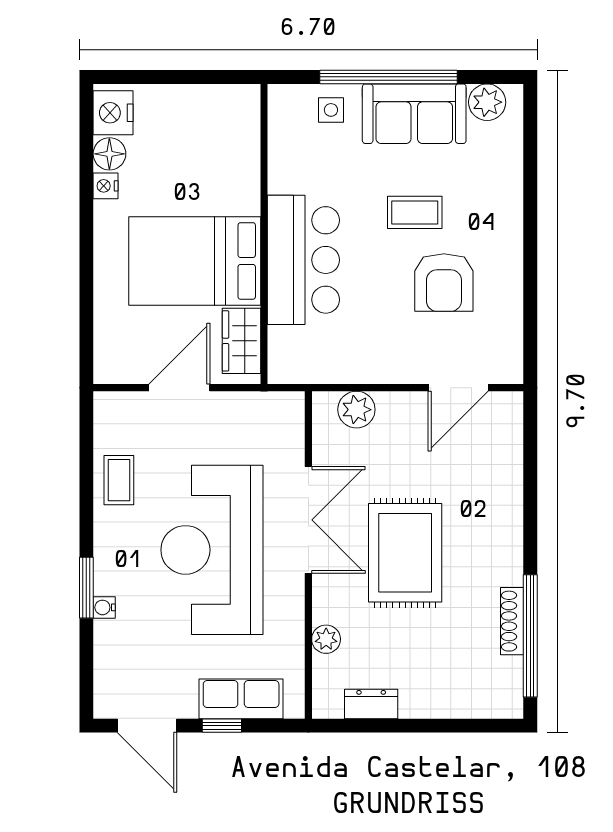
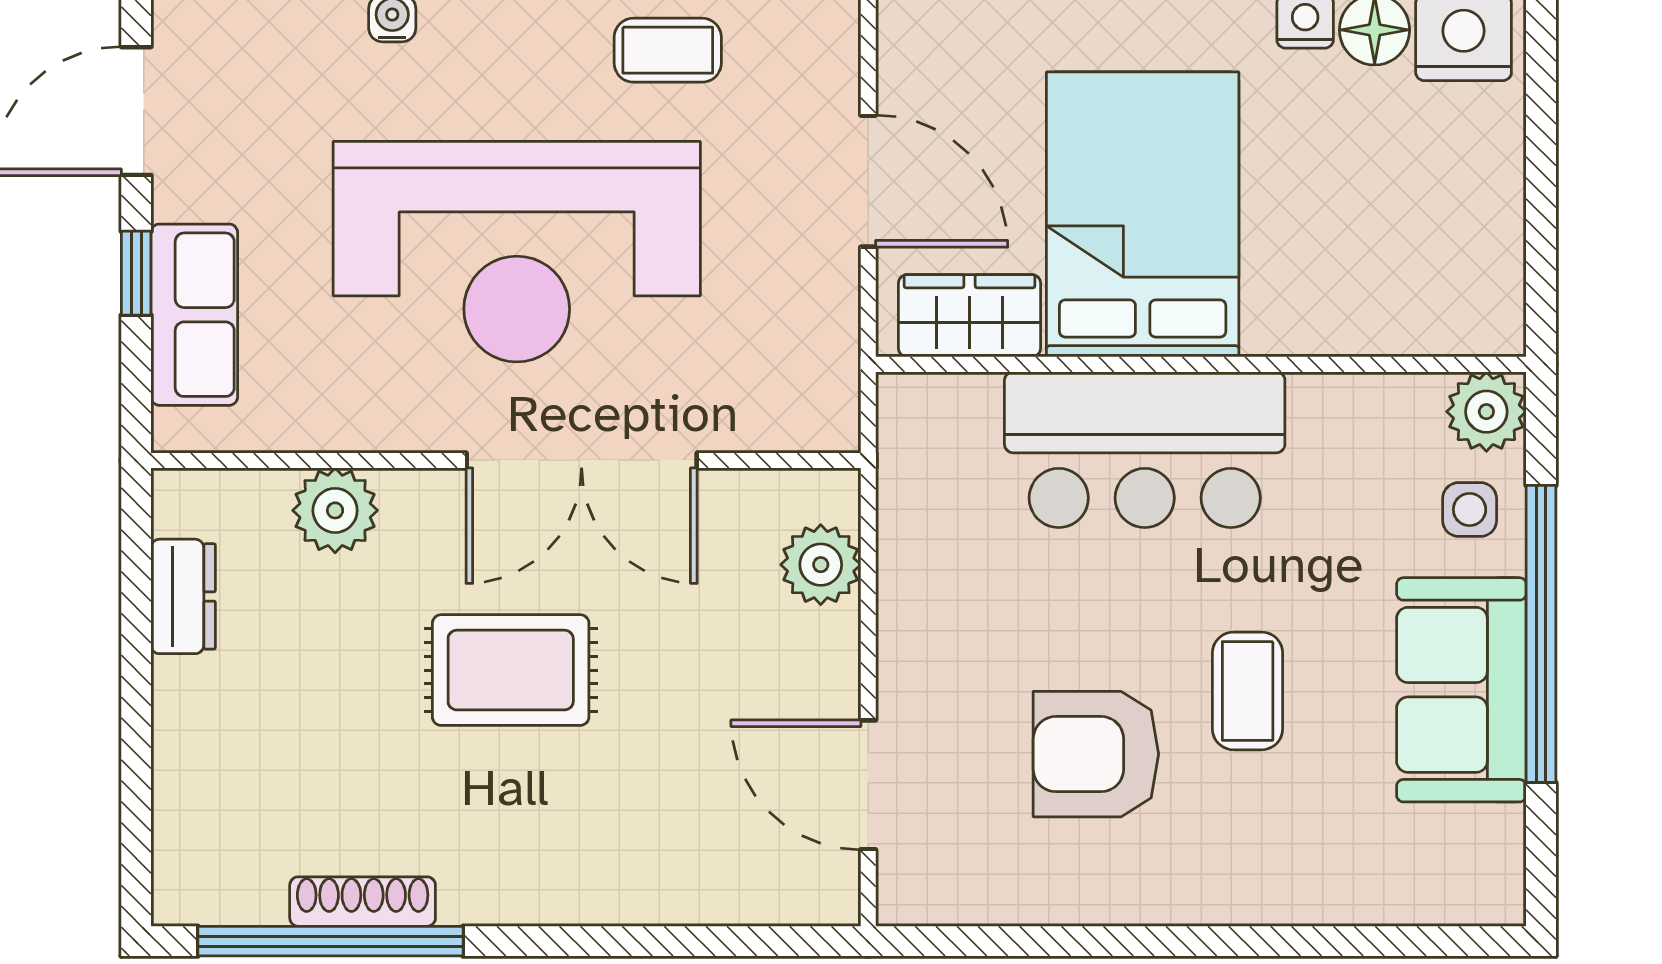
plant: (487, 102) -> (1486, 412), moved
reception desk: (212, 550) -> (517, 252), turned 180
rug: (405, 553) -> (511, 670), width x0.73, depth x0.70
plant: (326, 639) -> (335, 510), width x1.38, depth x1.38

